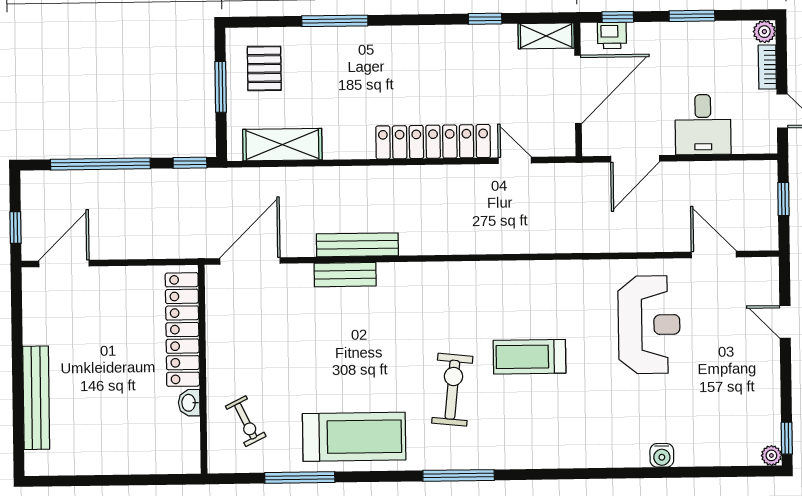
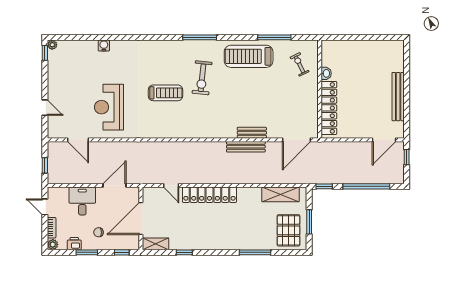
printer: (612, 35) -> (74, 244), moved
chair: (667, 59) -> (99, 232), added
pallet: (264, 68) -> (289, 230), width x1.50, depth x1.42
bench: (36, 398) -> (398, 97), moved

